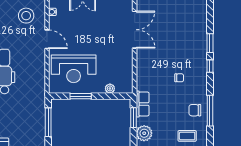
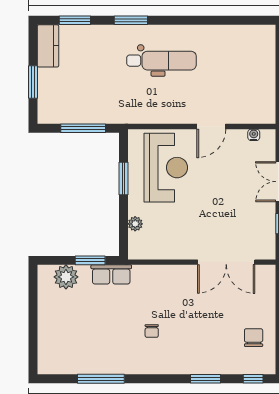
stool: (26, 16) -> (248, 94), removed
window: (210, 66) -> (253, 379), moved
reception desk: (74, 69) -> (166, 168), turned 180
chair: (195, 110) -> (254, 338), moved
coffee table: (187, 136) -> (62, 343), removed

